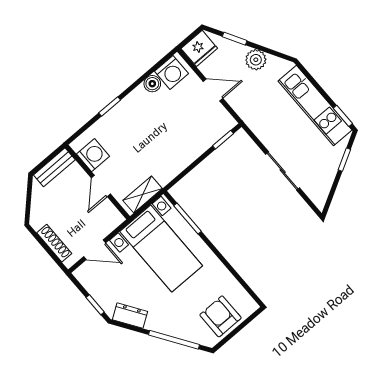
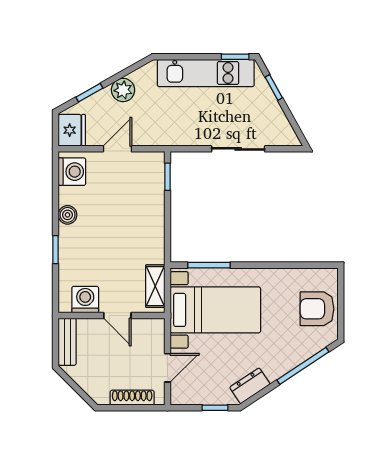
boiler: (152, 84) -> (68, 215), moved

